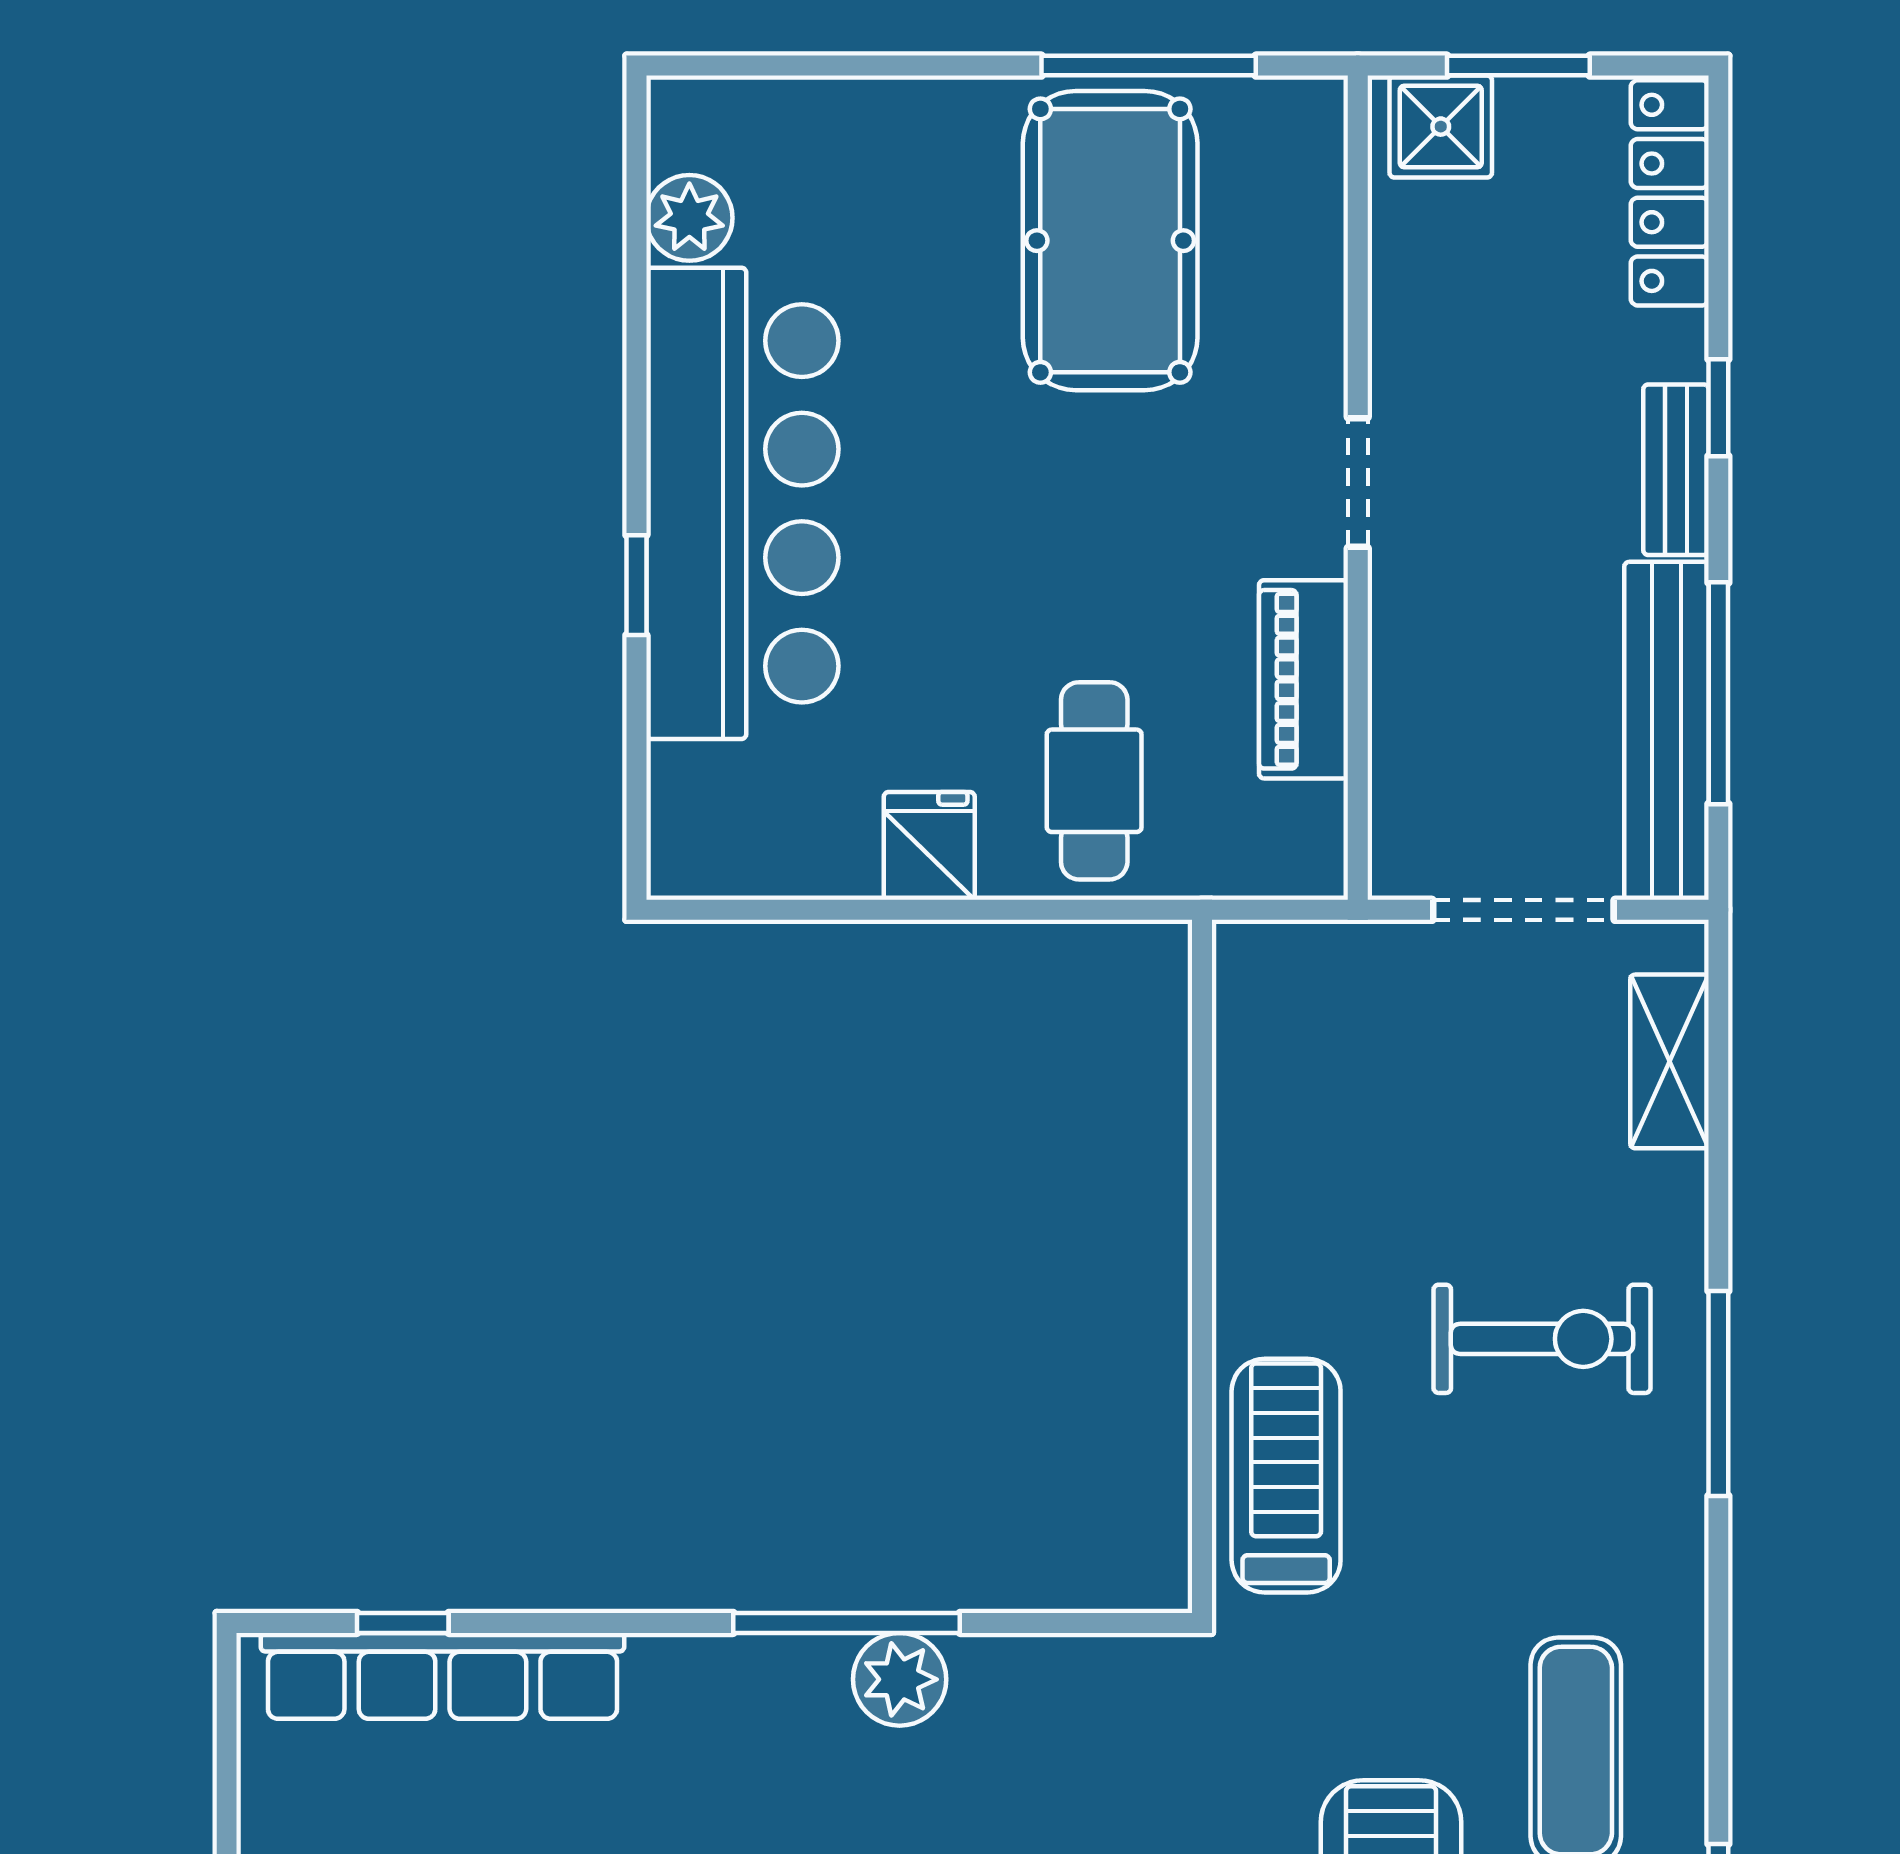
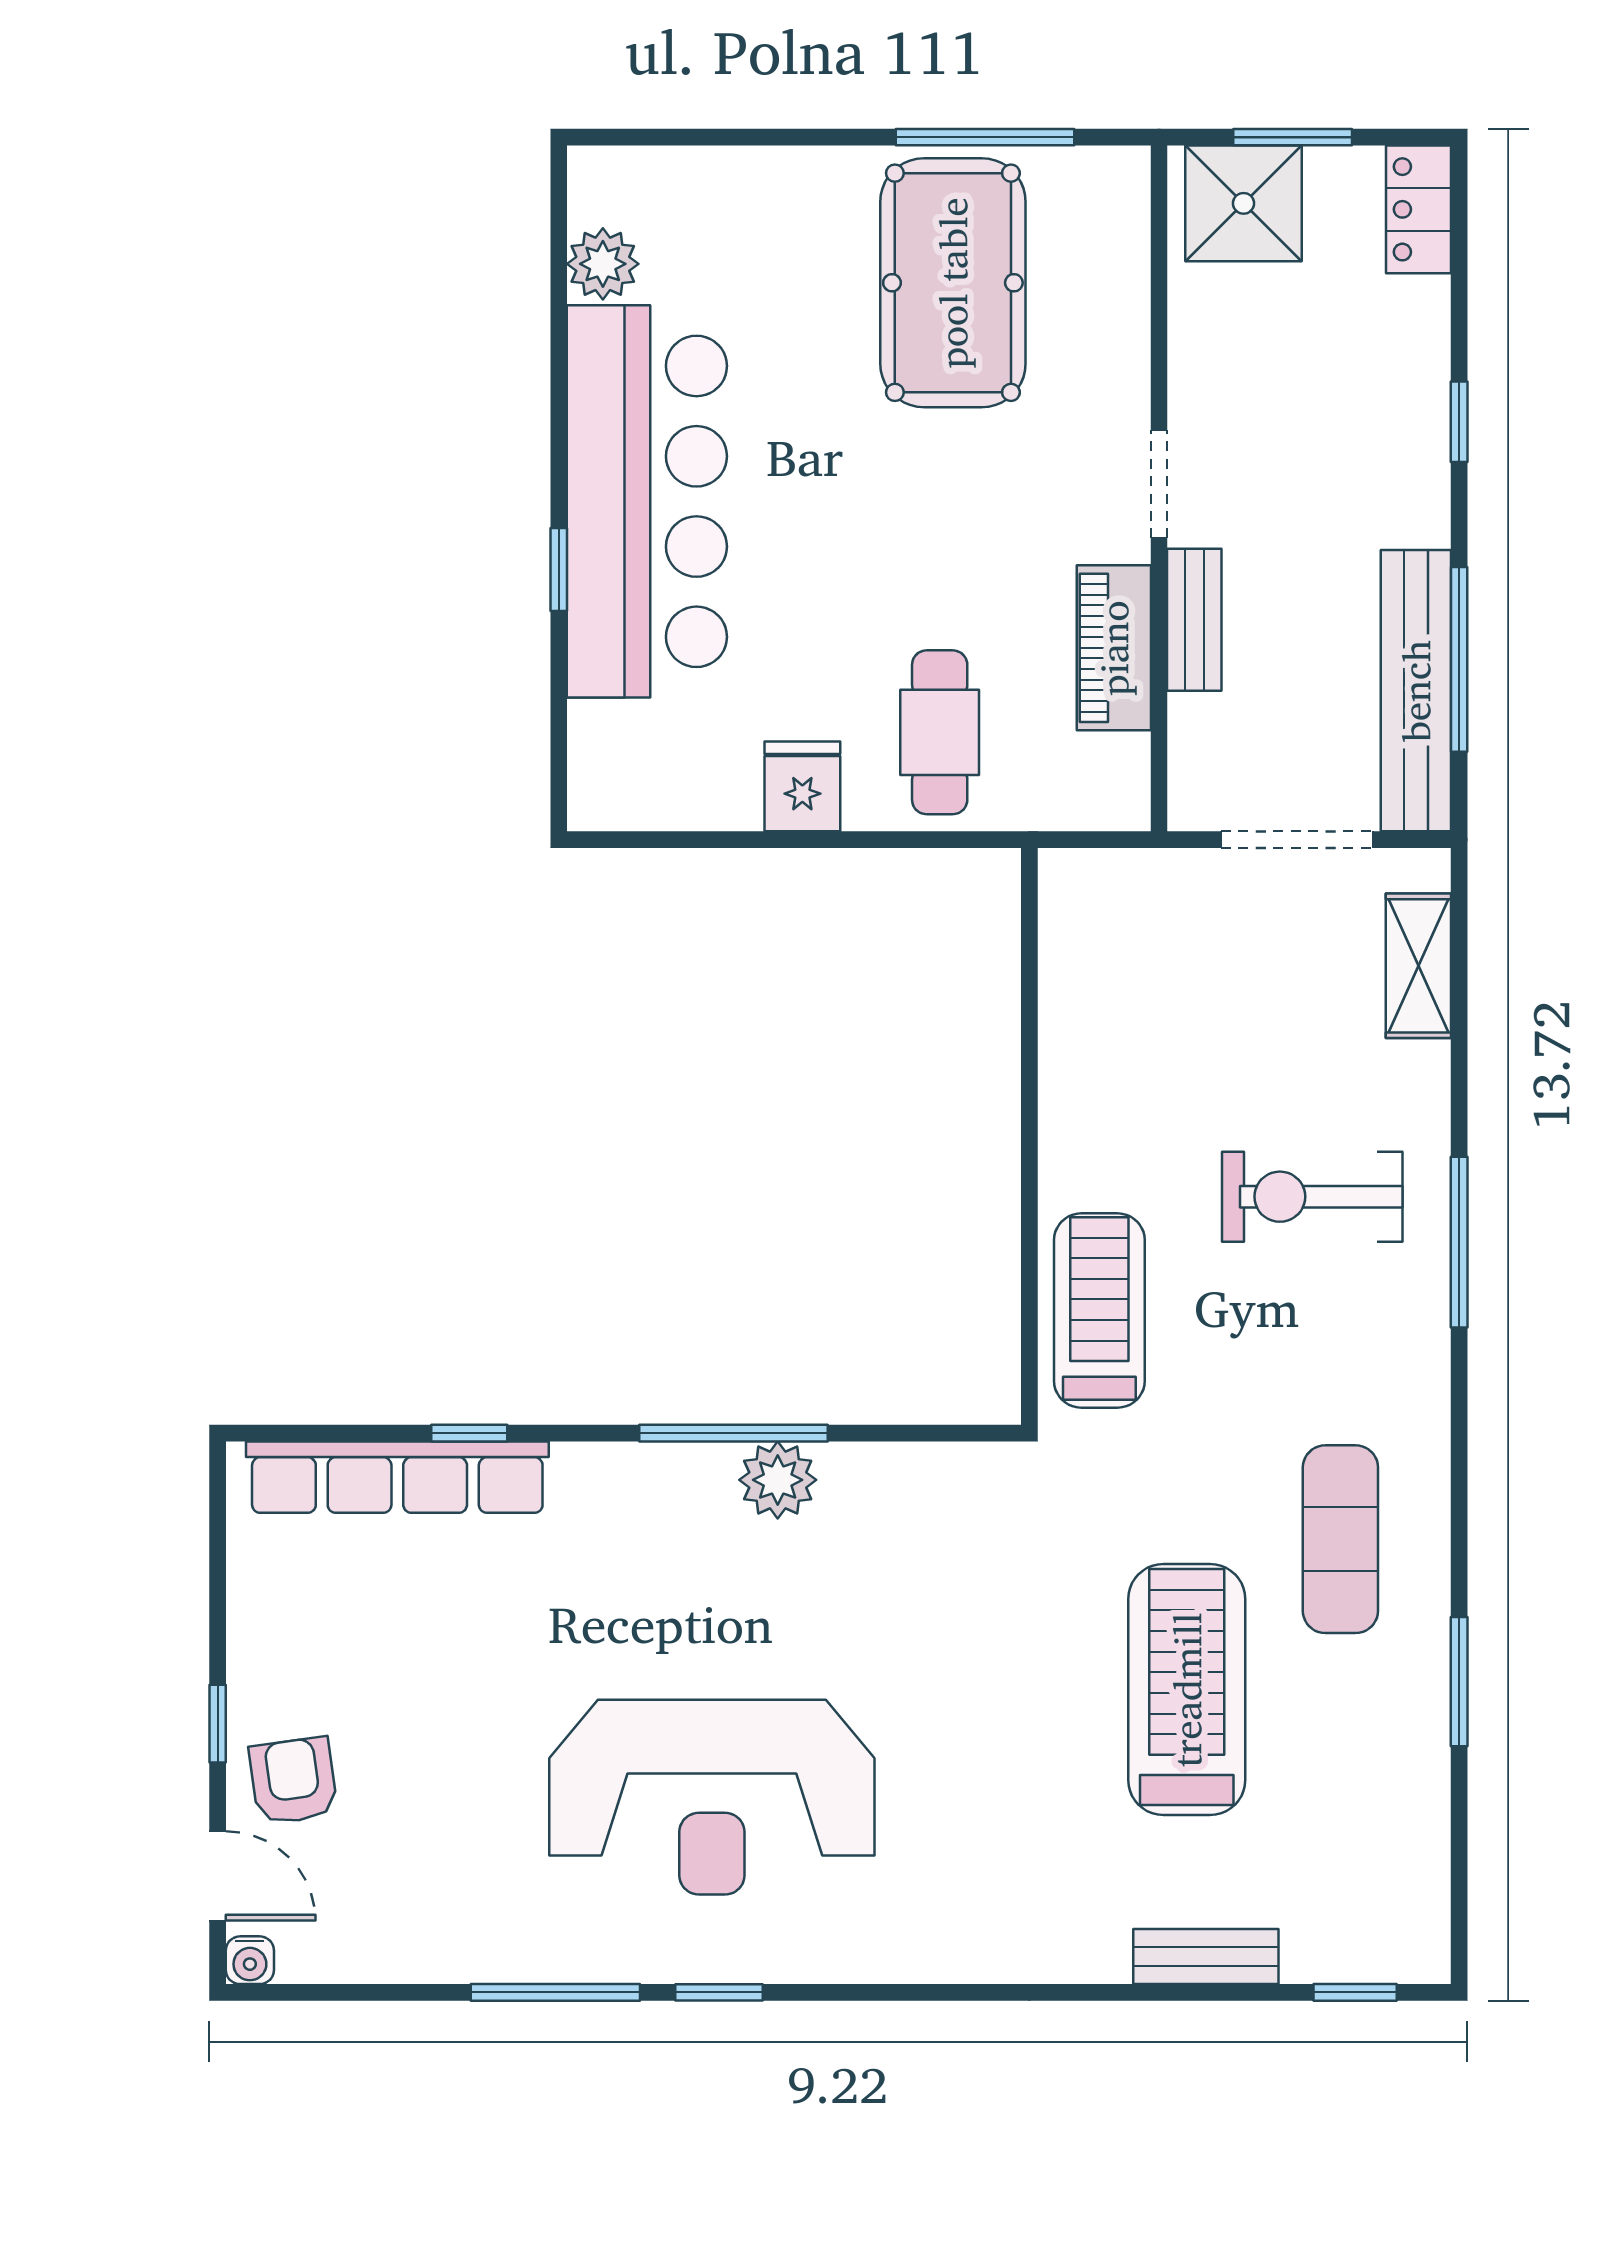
shower: (1441, 127) -> (1244, 203), width x1.36, depth x1.36
locker: (1670, 193) -> (1419, 209), width x0.66
bench: (1676, 470) -> (1194, 620), moved
exercise bike: (1542, 1339) -> (1312, 1197), turned 180
window: (403, 1623) -> (469, 1433), moved

